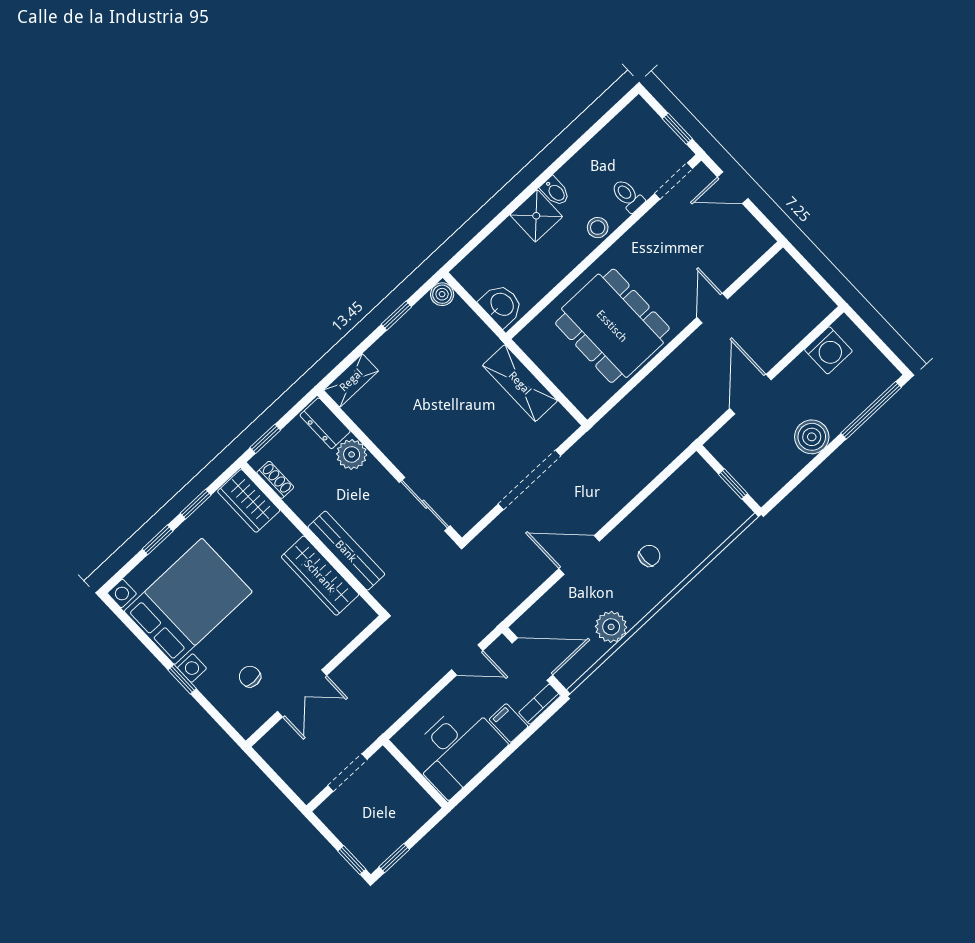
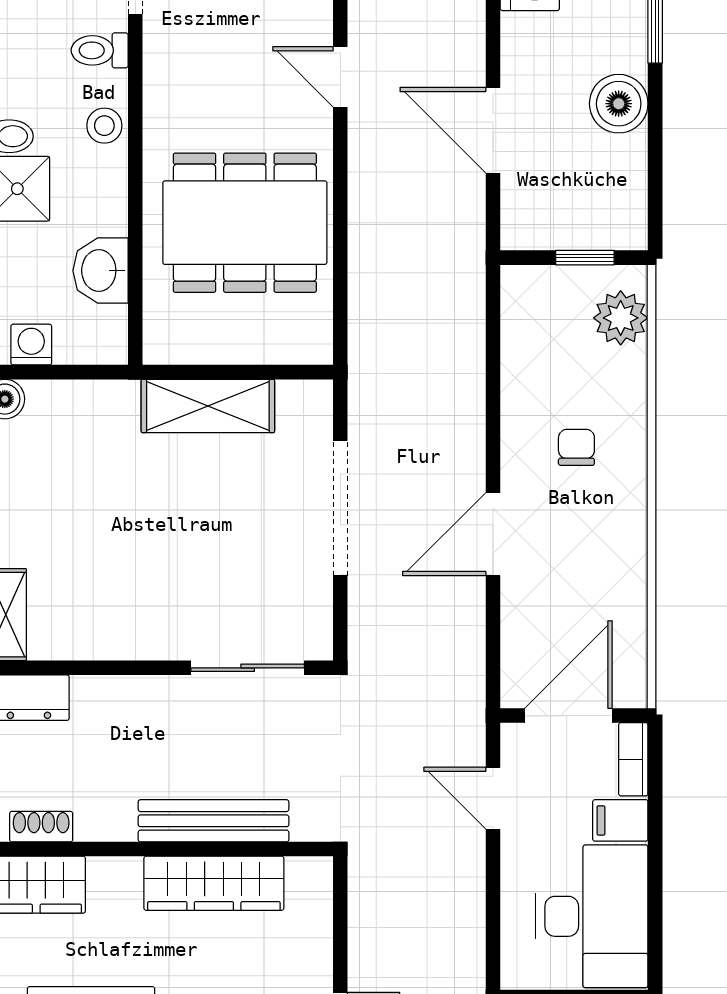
washing machine: (476, 284) -> (31, 345), added
washbasin: (501, 305) -> (100, 271), moved, turned -90
plant: (352, 454) -> (99, 701), removed
plant: (611, 627) -> (621, 318), moved
door: (467, 660) -> (493, 798), swing flipped

